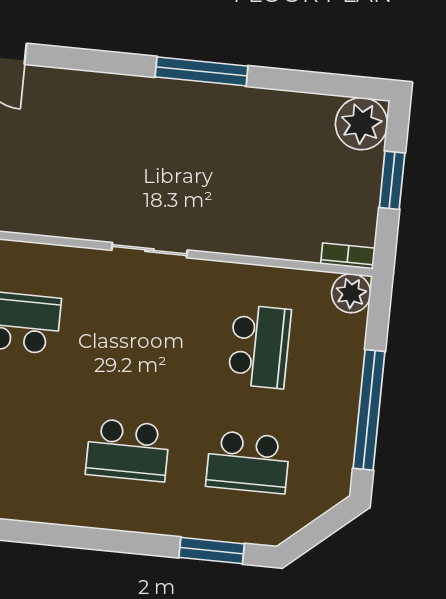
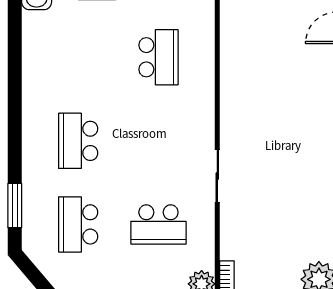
sliding door: (149, 250) -> (217, 176), moved

